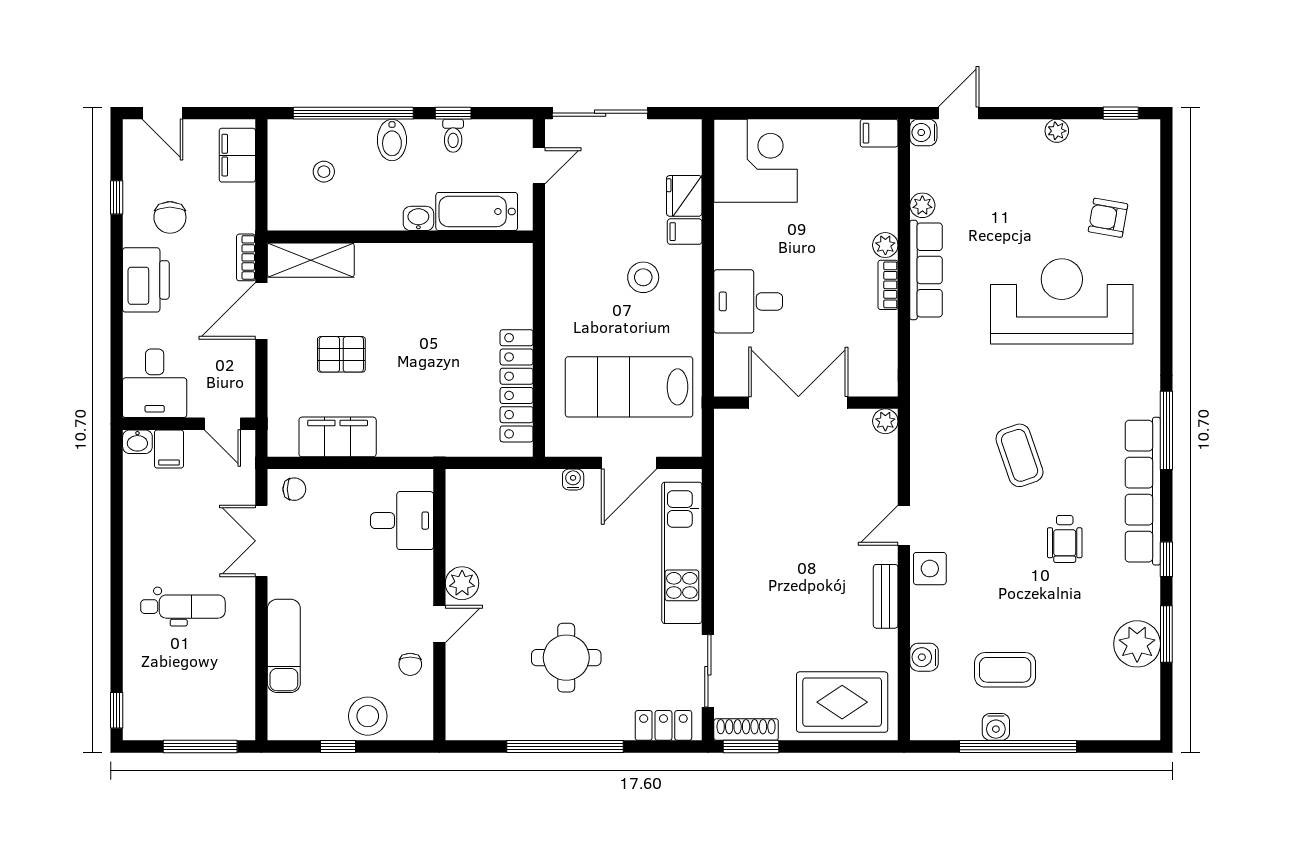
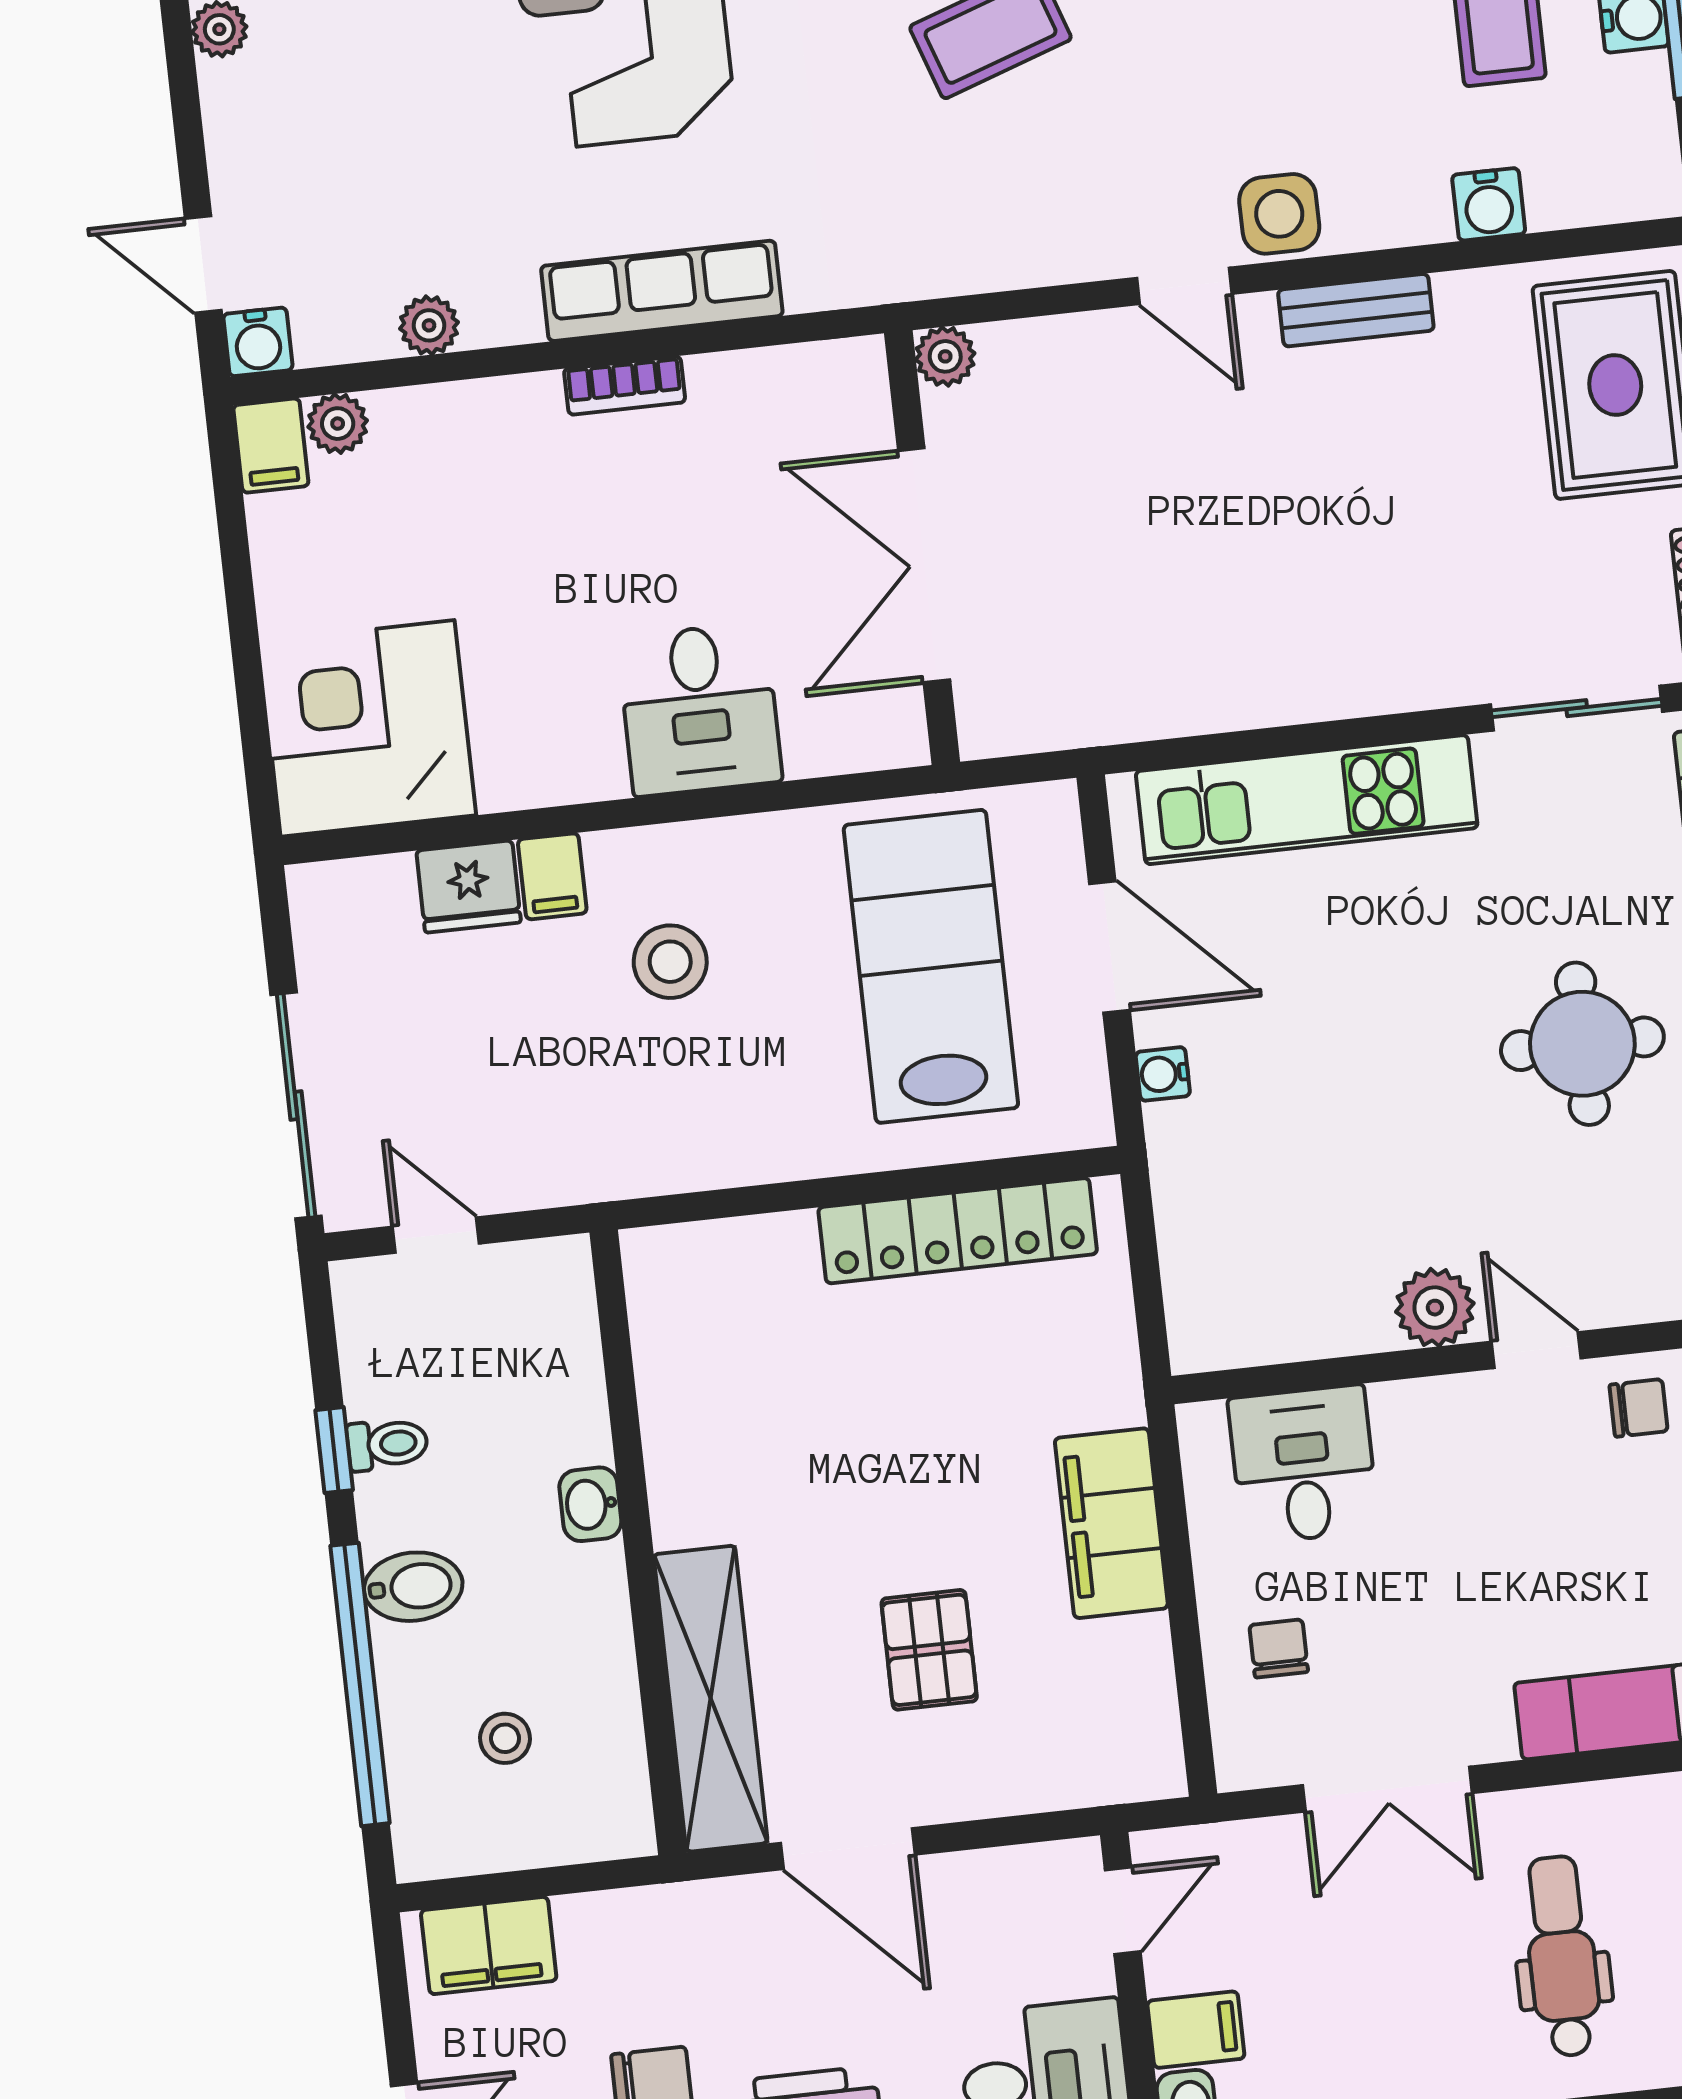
bathtub: (477, 211) -> (559, 1369), removed
plant: (885, 245) -> (338, 424), moved
bookcase: (246, 257) -> (727, 1899), removed
shelving: (311, 260) -> (711, 1699), width x1.47
row of seats: (926, 270) -> (662, 291), moved
lab bench: (629, 387) -> (931, 966), turned 180
filing cabinet: (338, 437) -> (1111, 1523), moved
chair: (294, 489) -> (1279, 1648), moved

